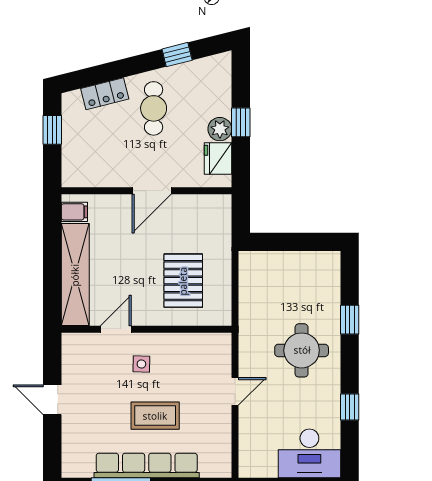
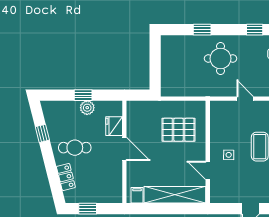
fridge: (218, 159) -> (114, 126), moved, turned 90

